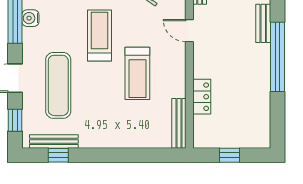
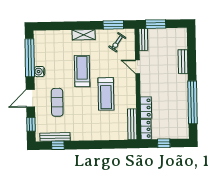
water cooler: (30, 18) -> (39, 72), moved
window: (277, 57) -> (193, 102), moved
exercise mat: (58, 85) -> (57, 102), width x0.73, depth x0.69
locker: (201, 132) -> (146, 129), added

